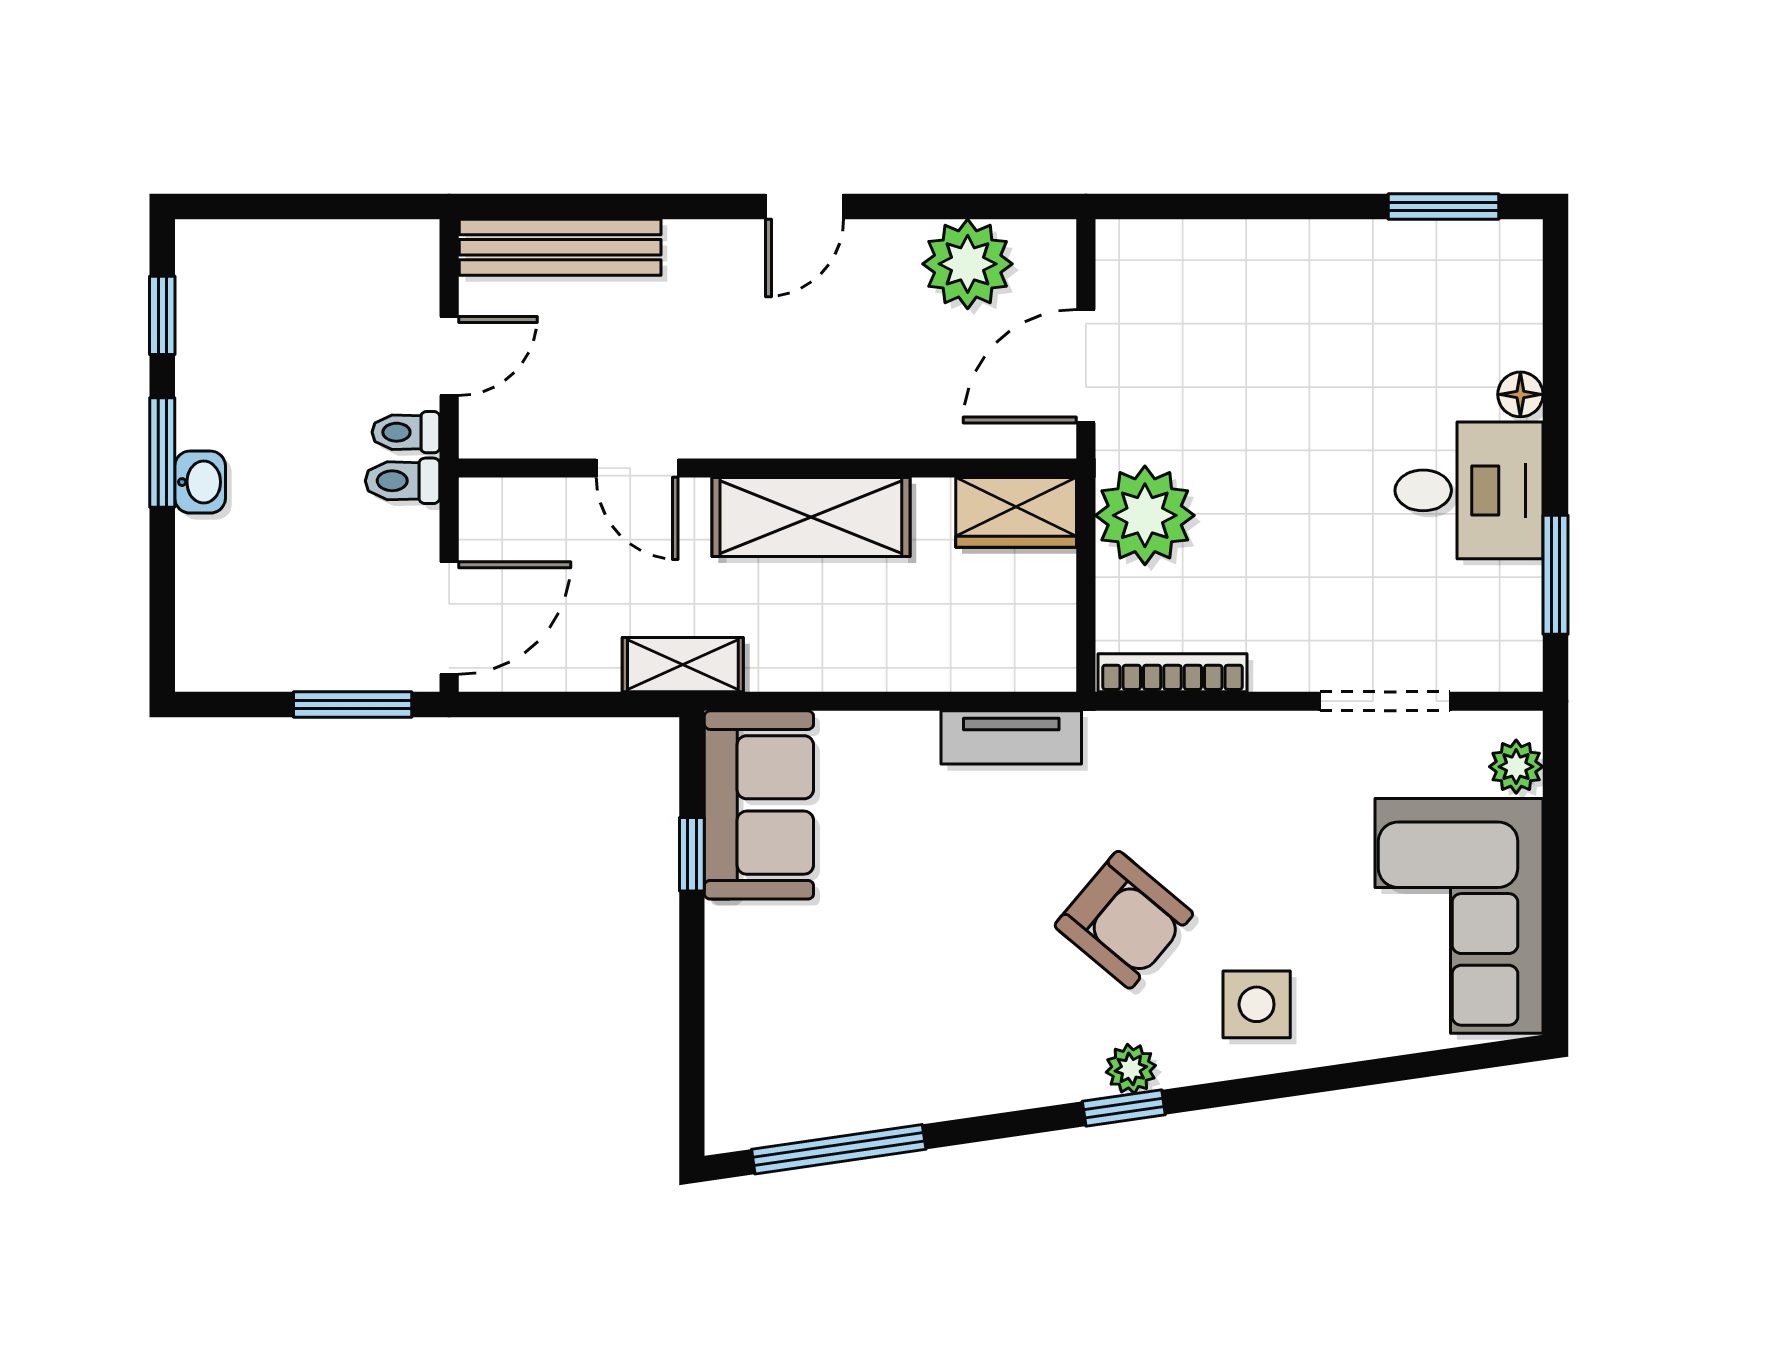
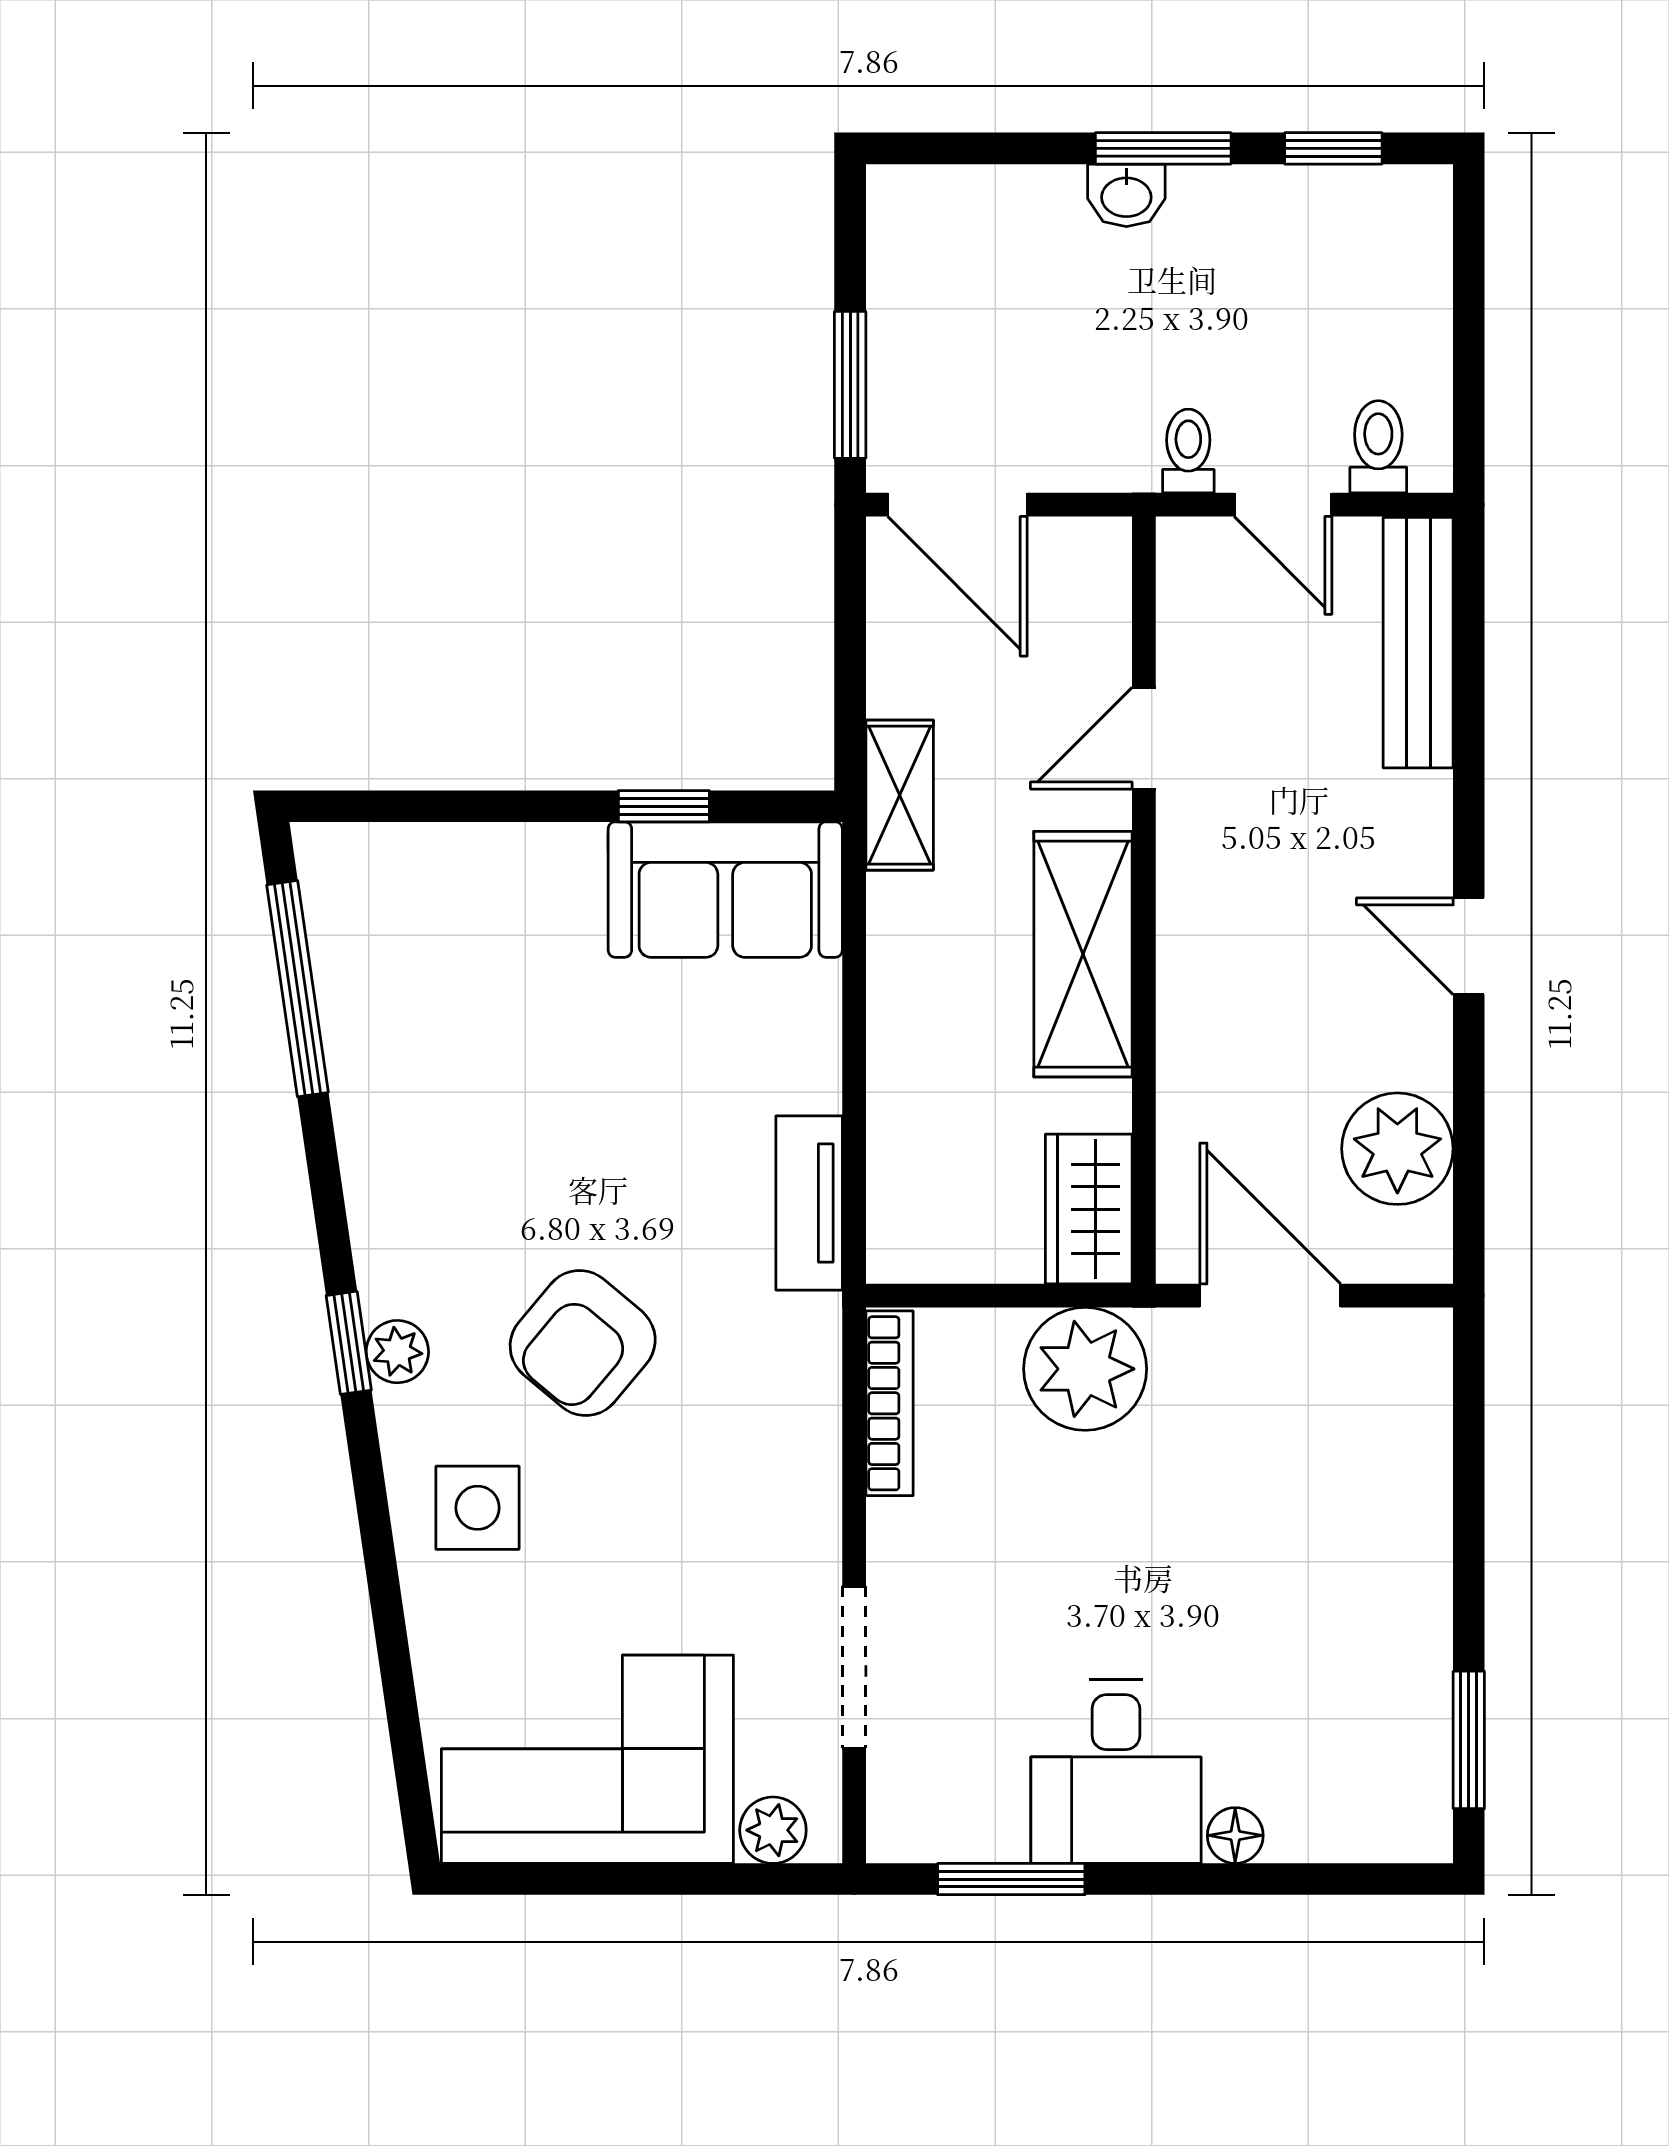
toilet: (403, 481) -> (1378, 447), moved

